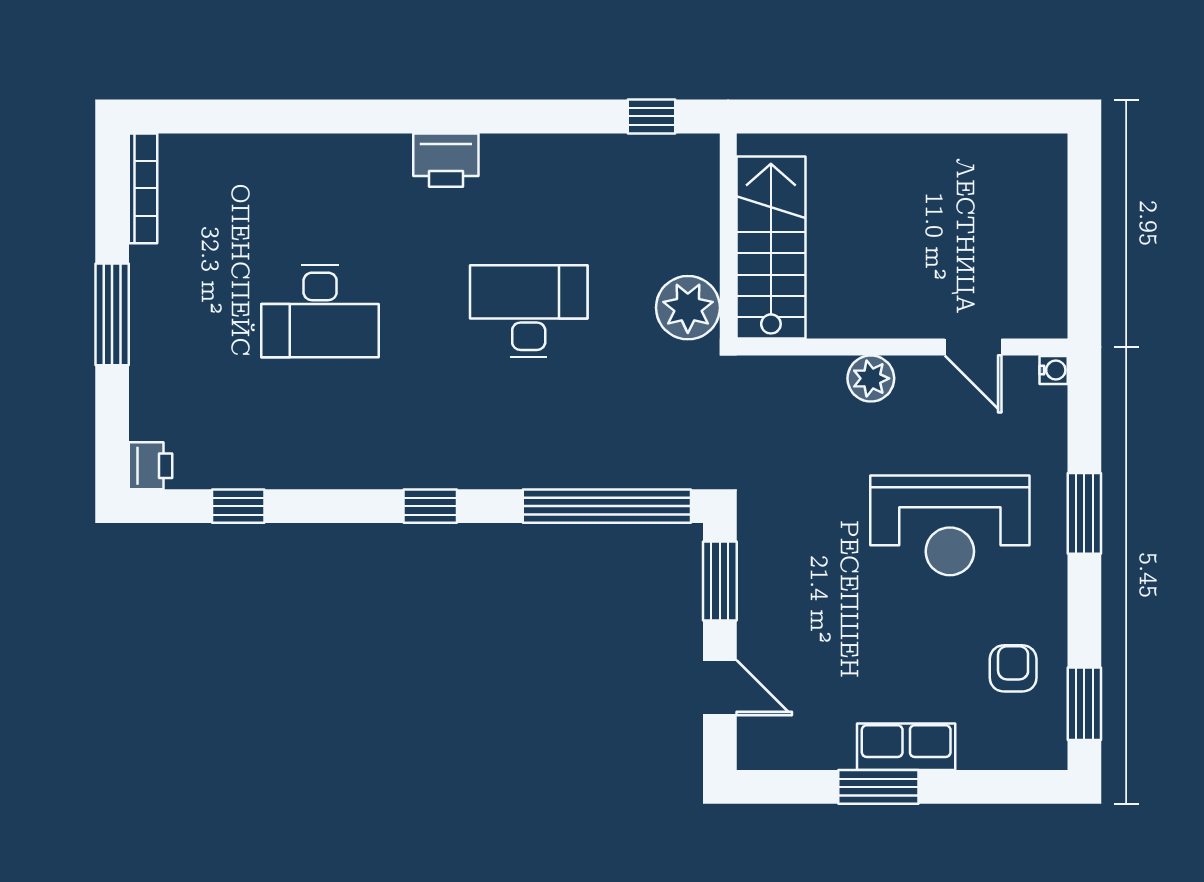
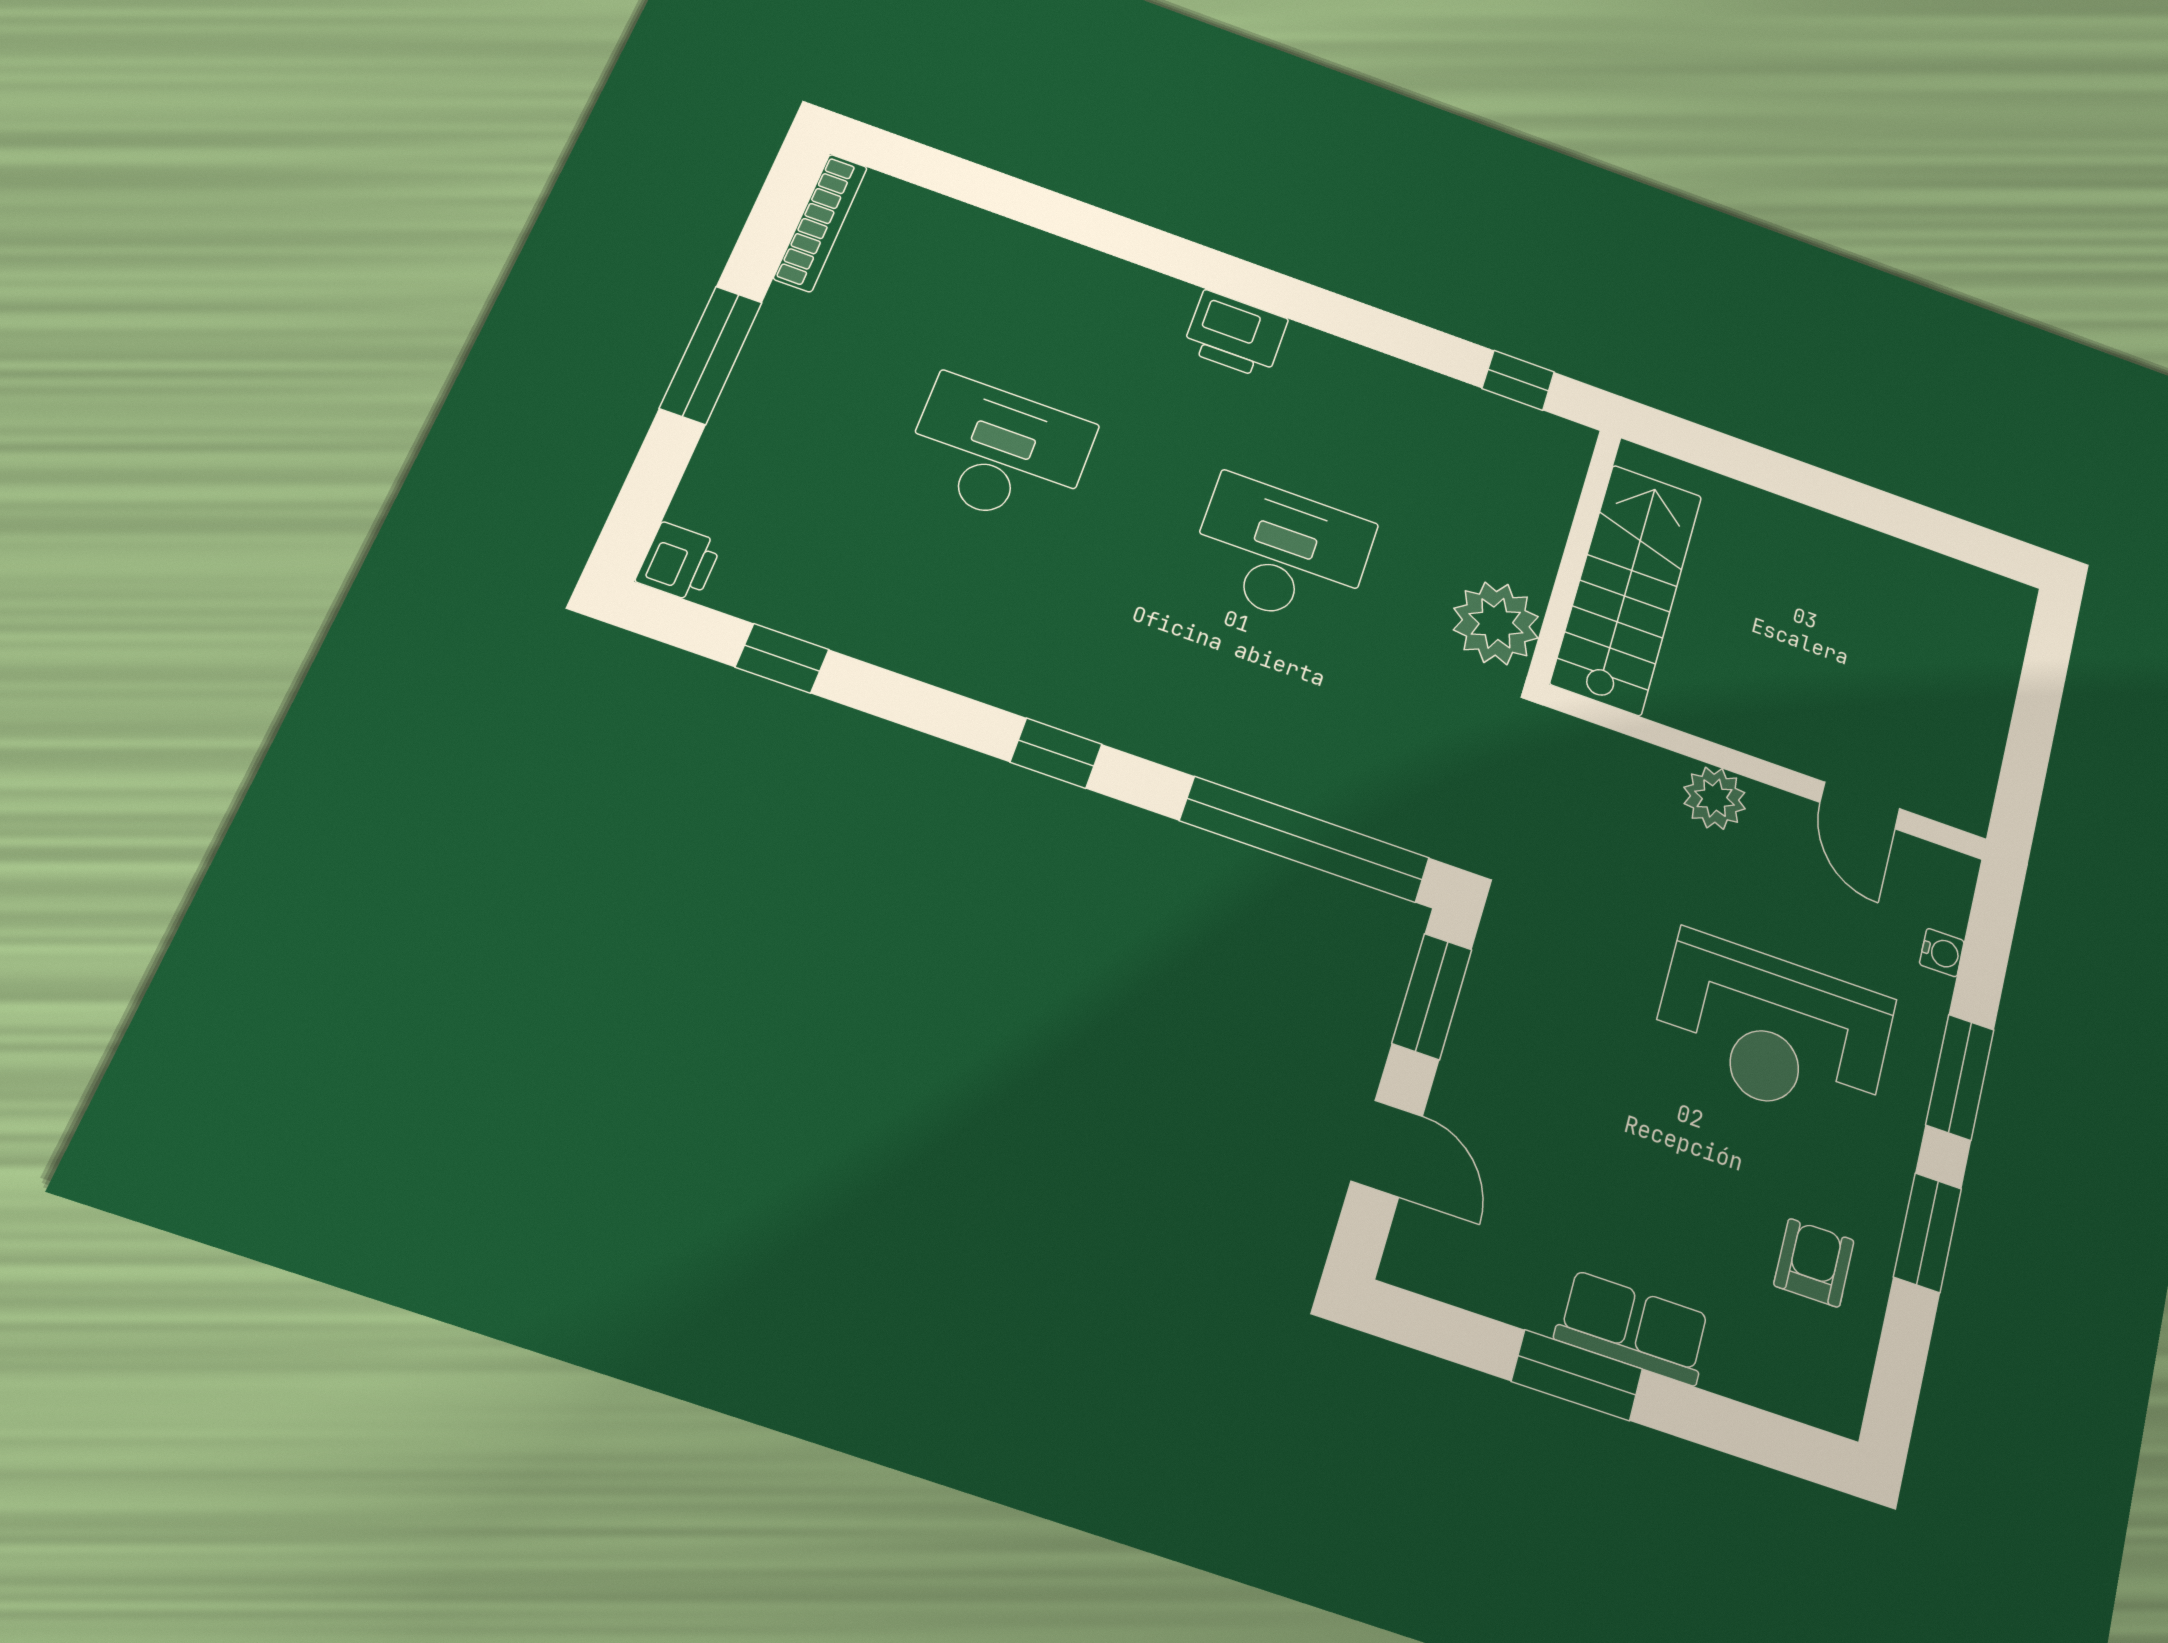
desk: (320, 311) -> (998, 452), turned 180
water cooler: (1054, 370) -> (1942, 953), moved
window: (1084, 704) -> (1928, 1233), moved

